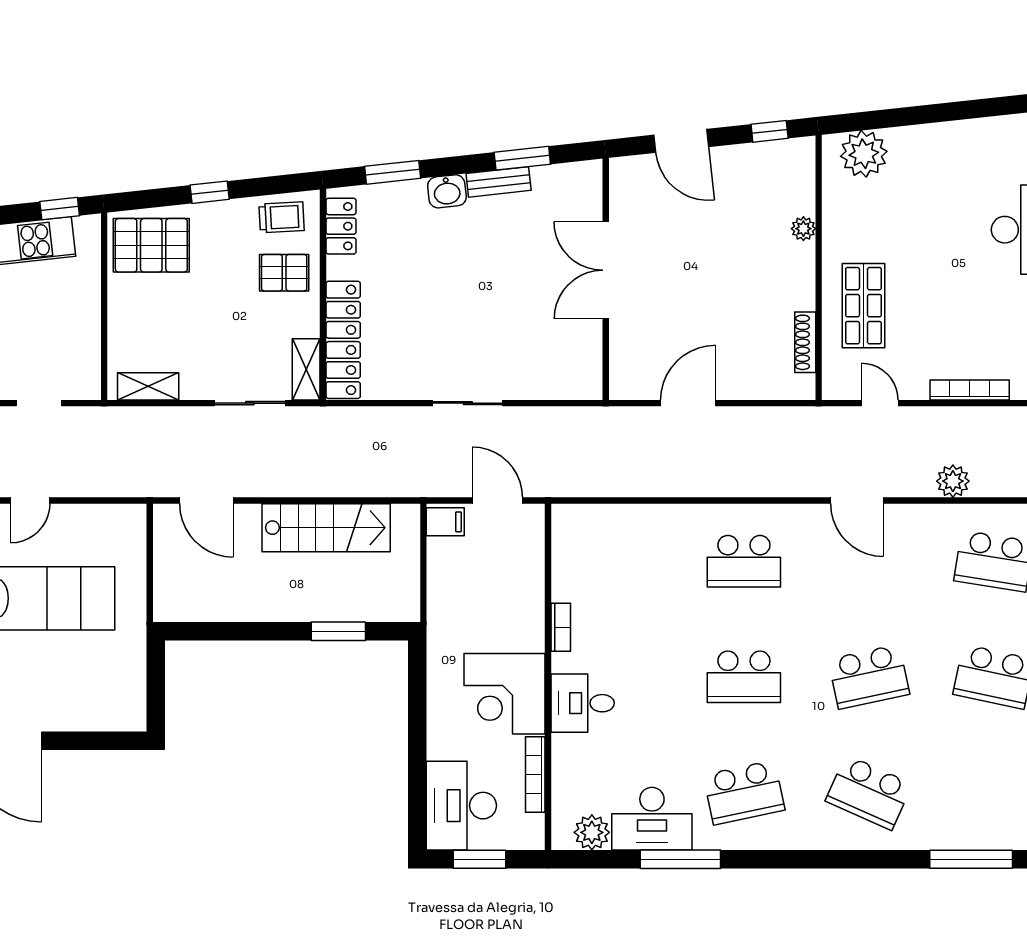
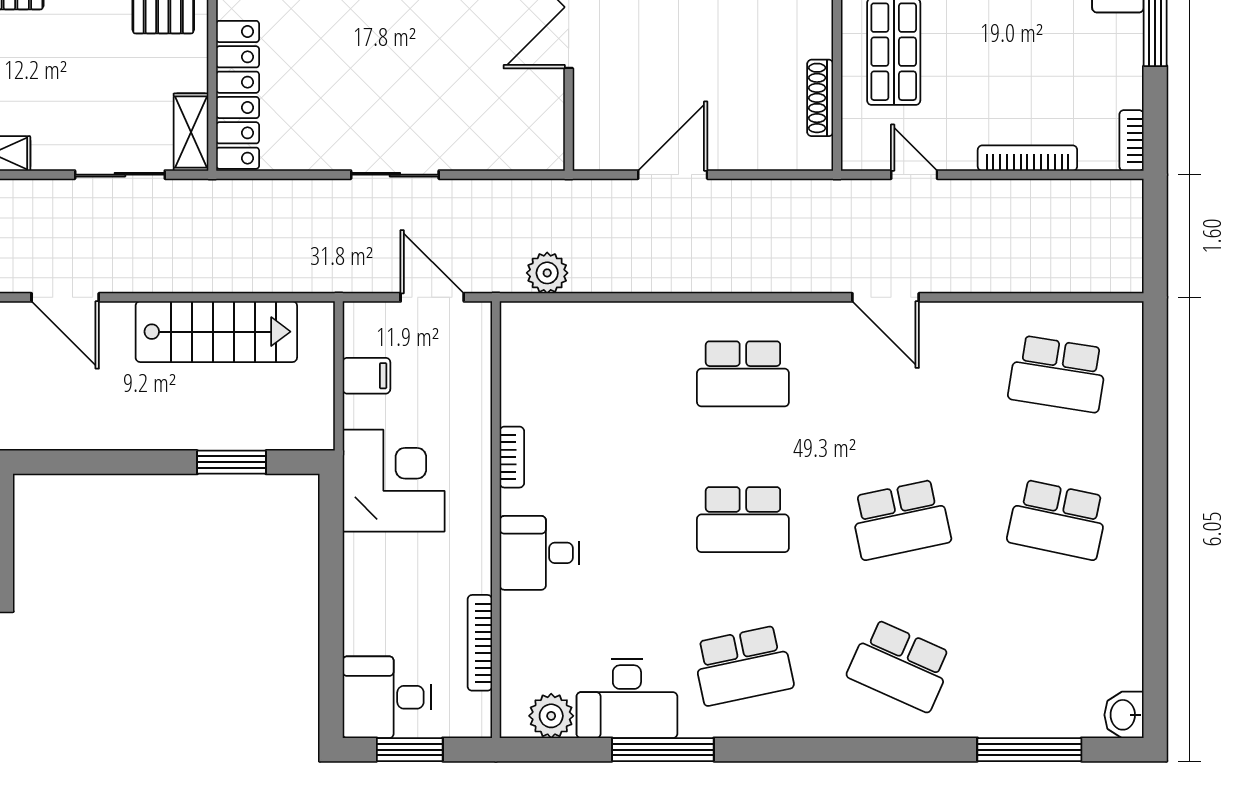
plant: (953, 481) -> (547, 273), moved
filing cabinet: (445, 522) -> (366, 376), moved
corner desk: (505, 694) -> (394, 481), moved, turned 180
desk: (461, 806) -> (387, 697), width x0.73

